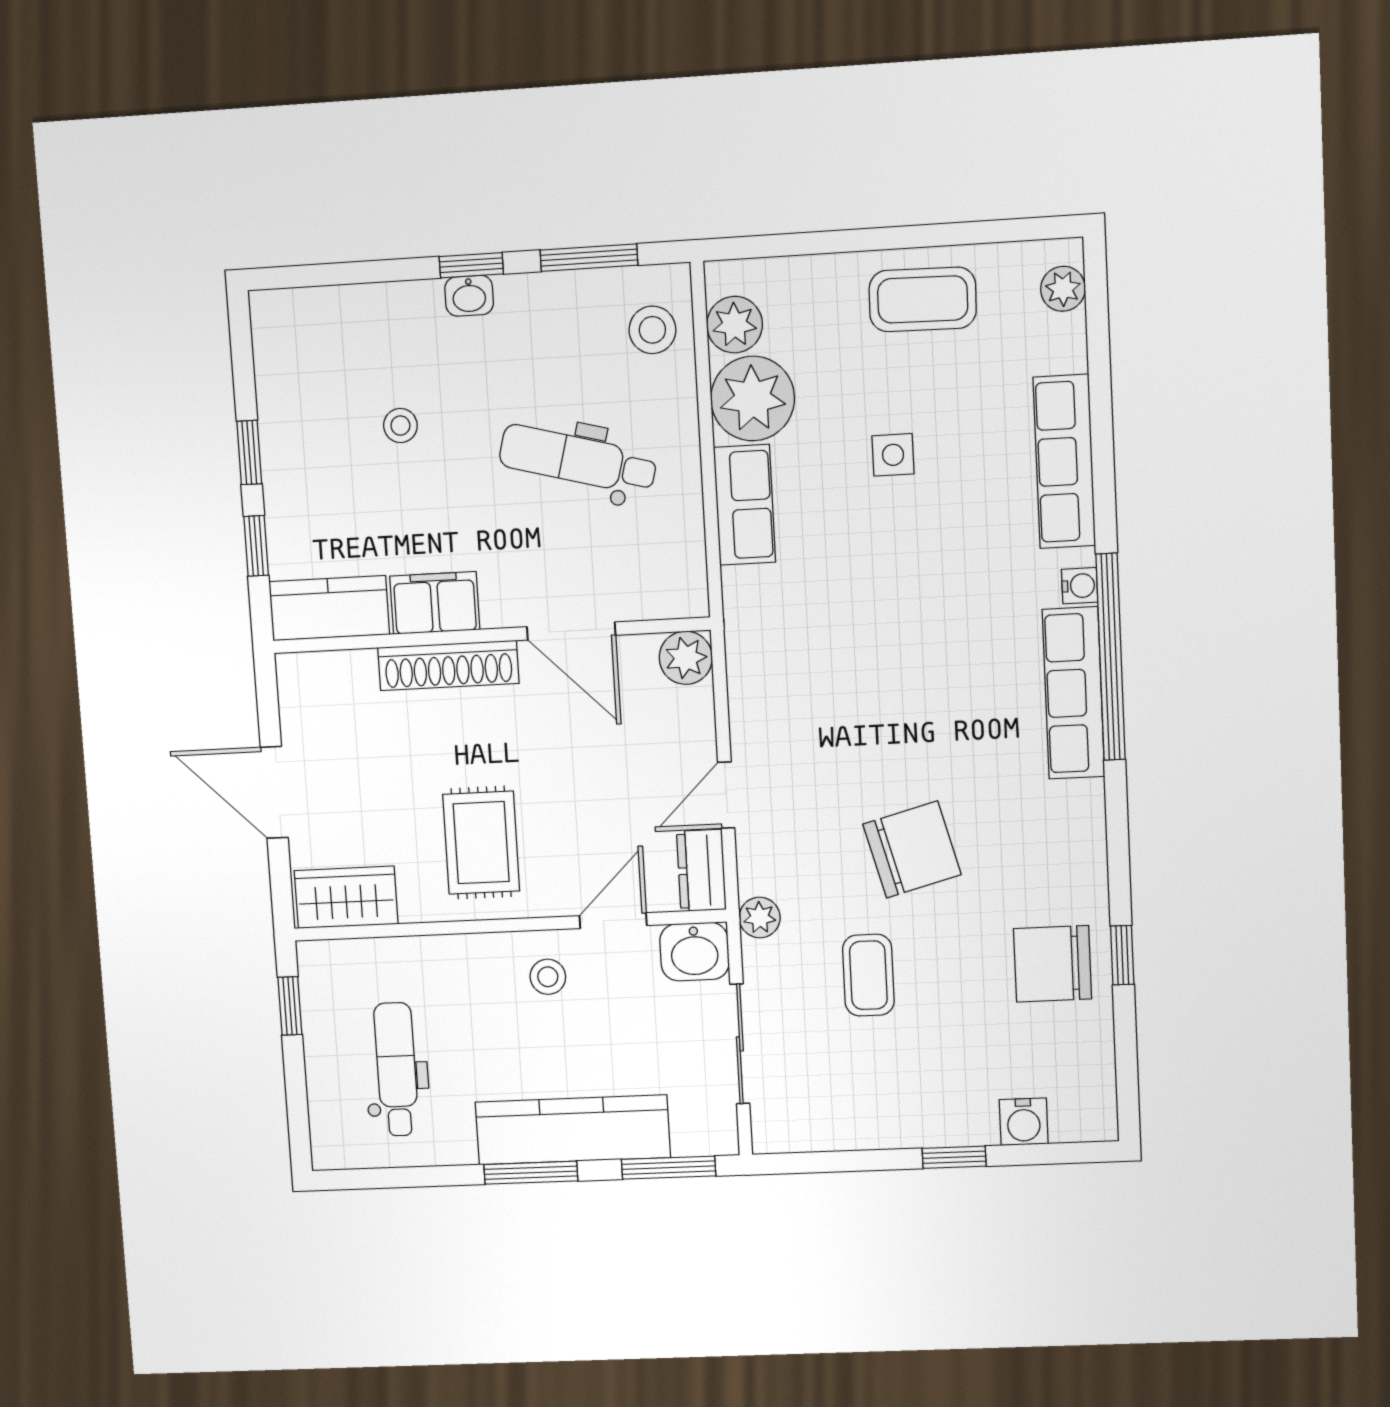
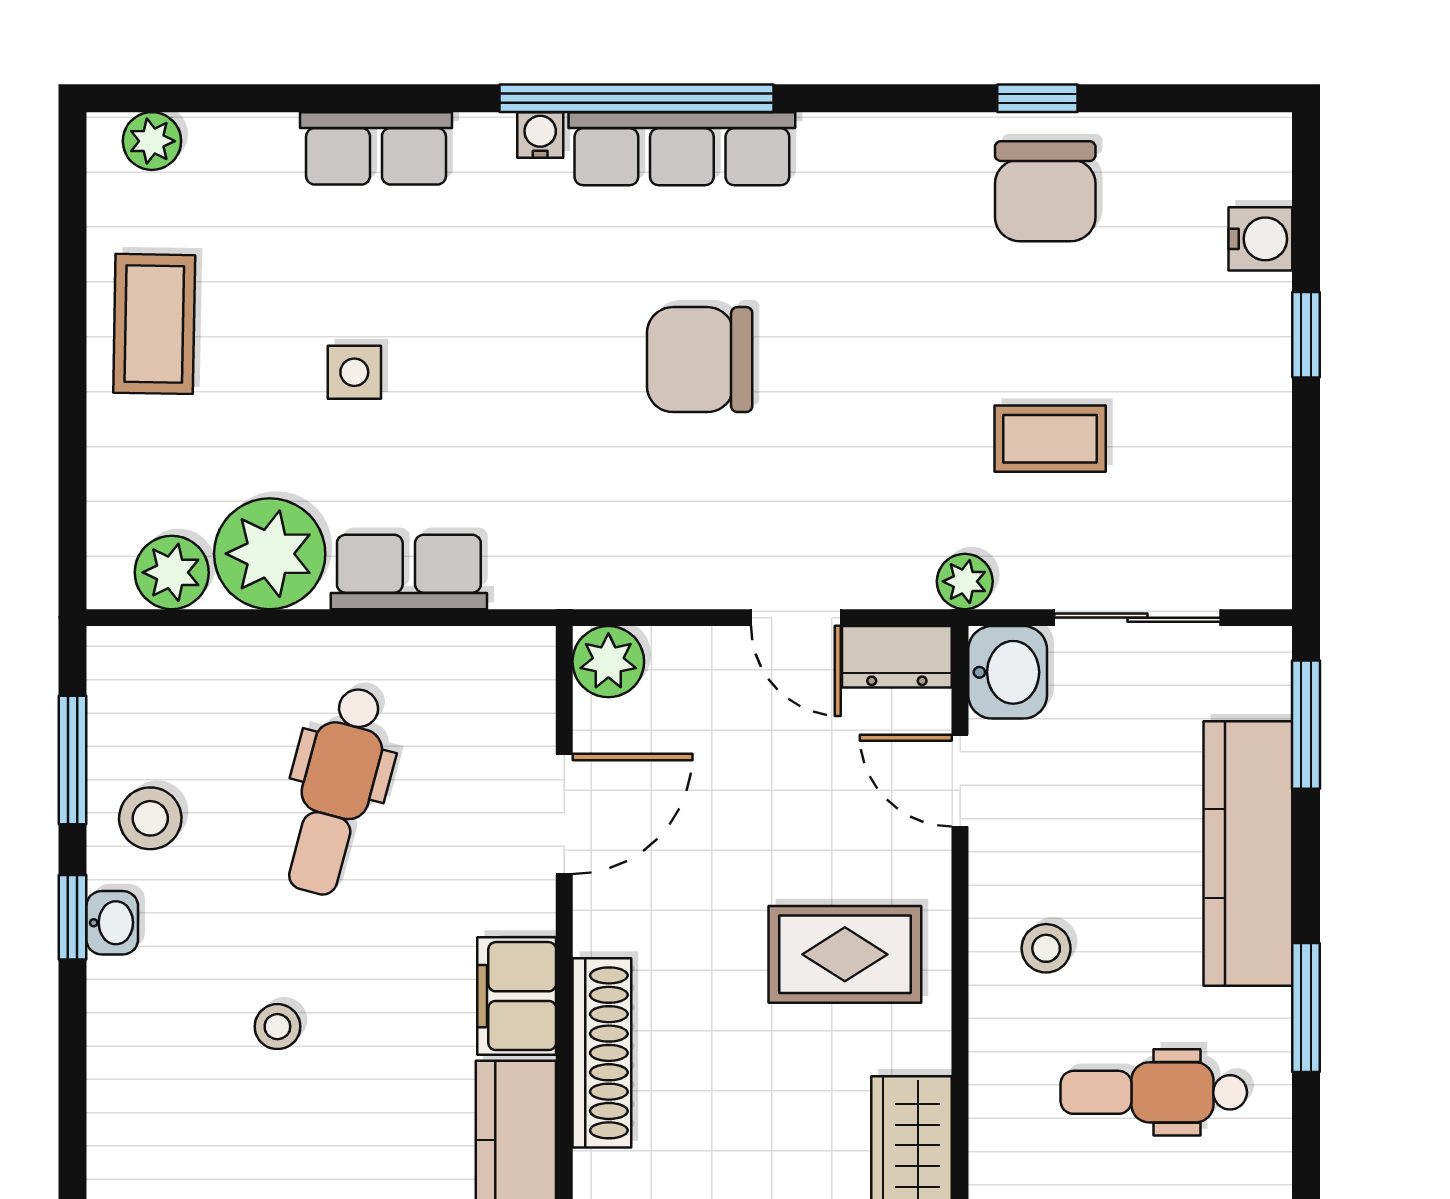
stool: (652, 330) -> (150, 818), moved
row of seats: (1064, 461) -> (376, 148), width x0.68
shoe rack: (448, 665) -> (602, 1053), moved
chair: (912, 849) -> (700, 360), moved, turned -75
stool: (548, 977) -> (1046, 948), moved
window: (531, 1173) -> (1306, 1007), moved

